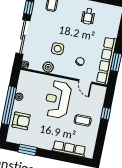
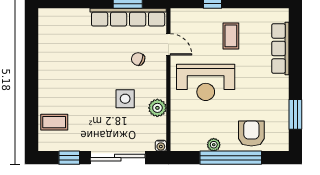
wheelchair: (88, 16) -> (64, 61), removed
door: (85, 82) -> (168, 44), hinge flipped

